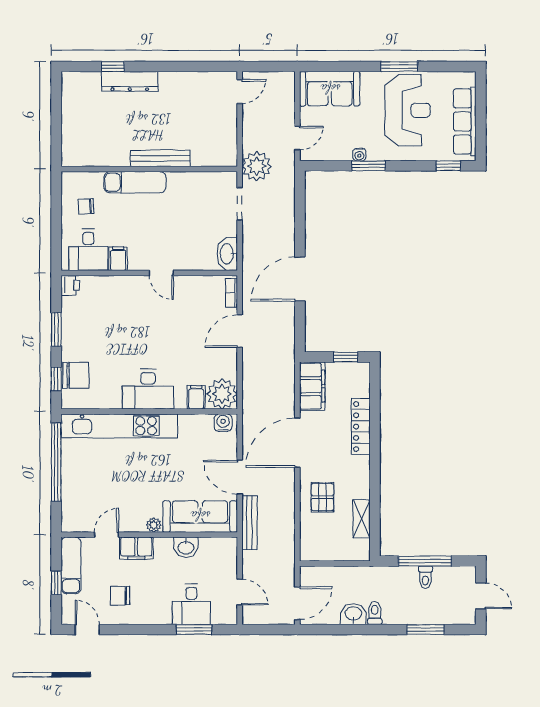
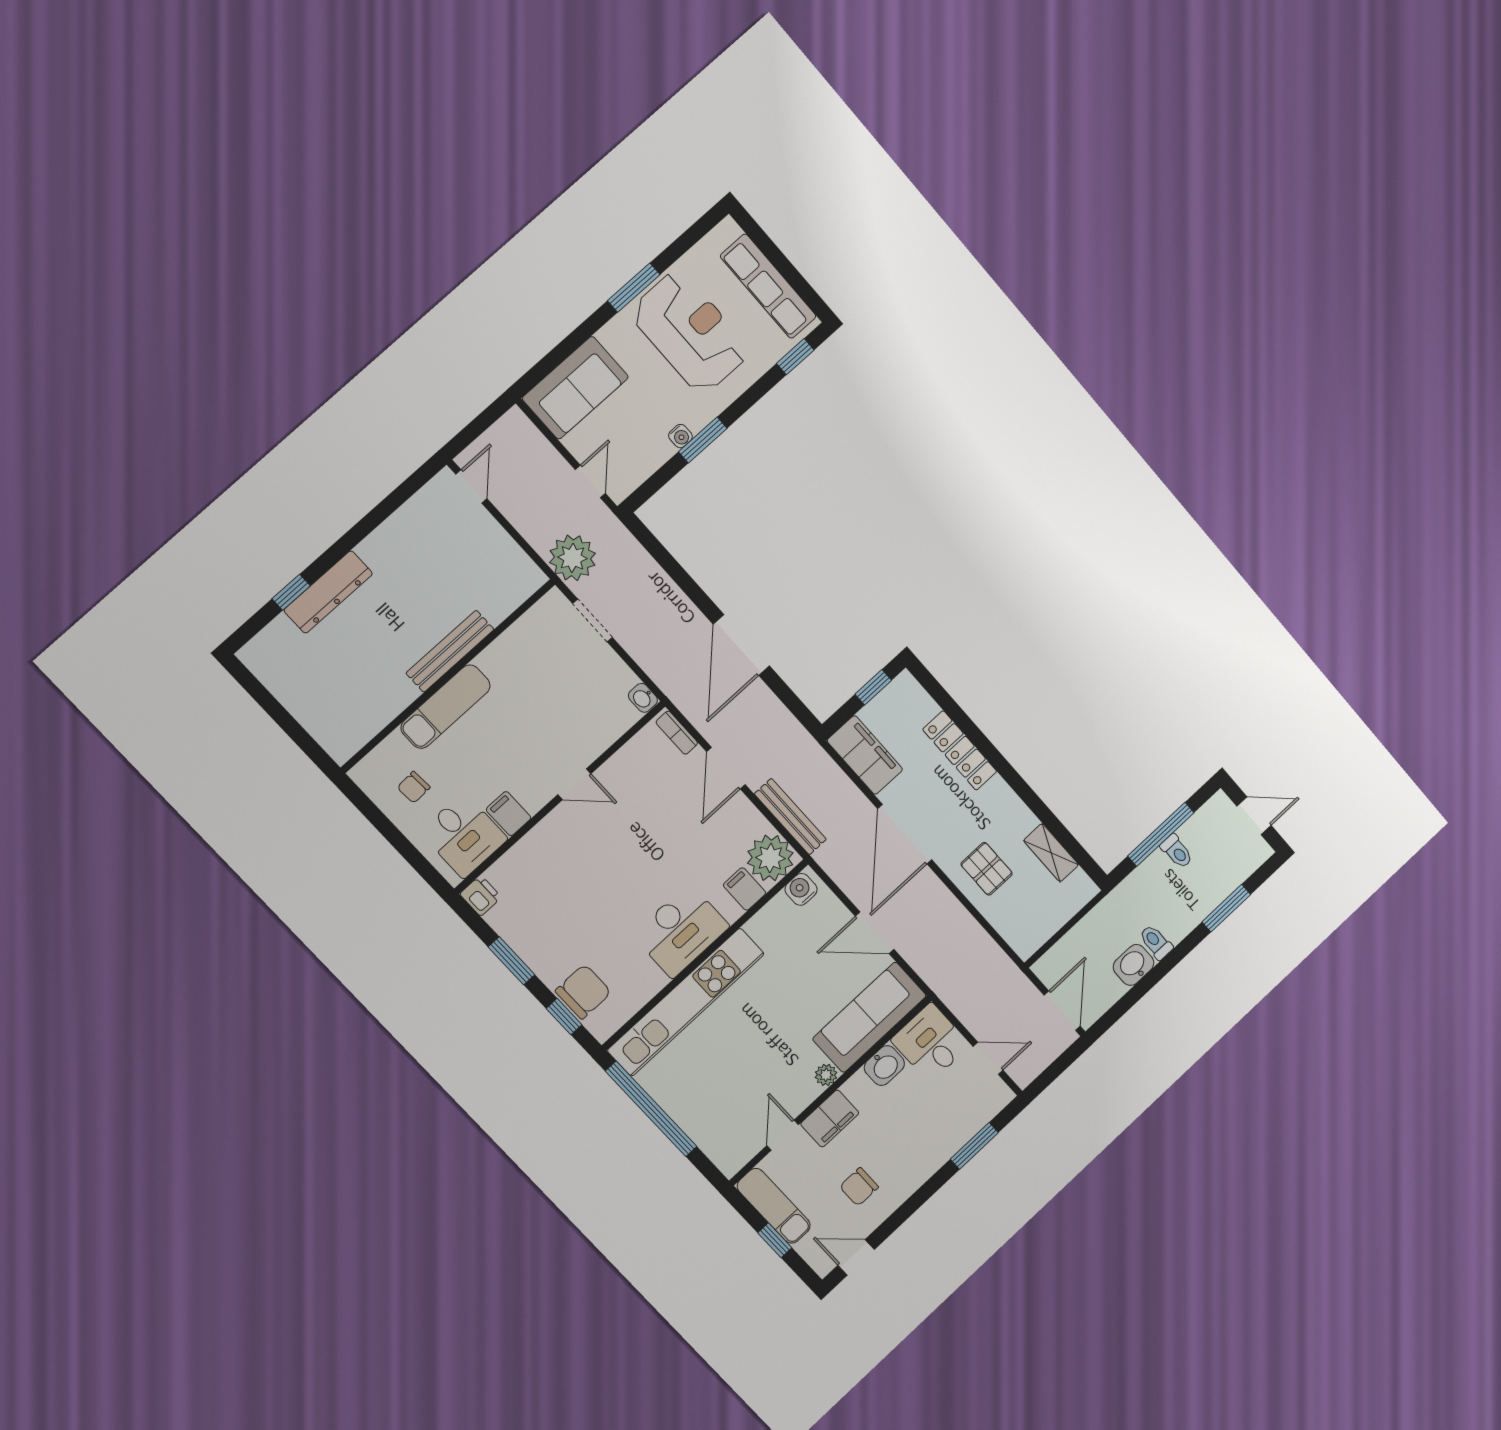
washbasin: (227, 254) -> (643, 698), width x0.52, depth x0.69
bench: (250, 523) -> (790, 817), moved
desk: (191, 604) -> (931, 1043), moved, turned 180

